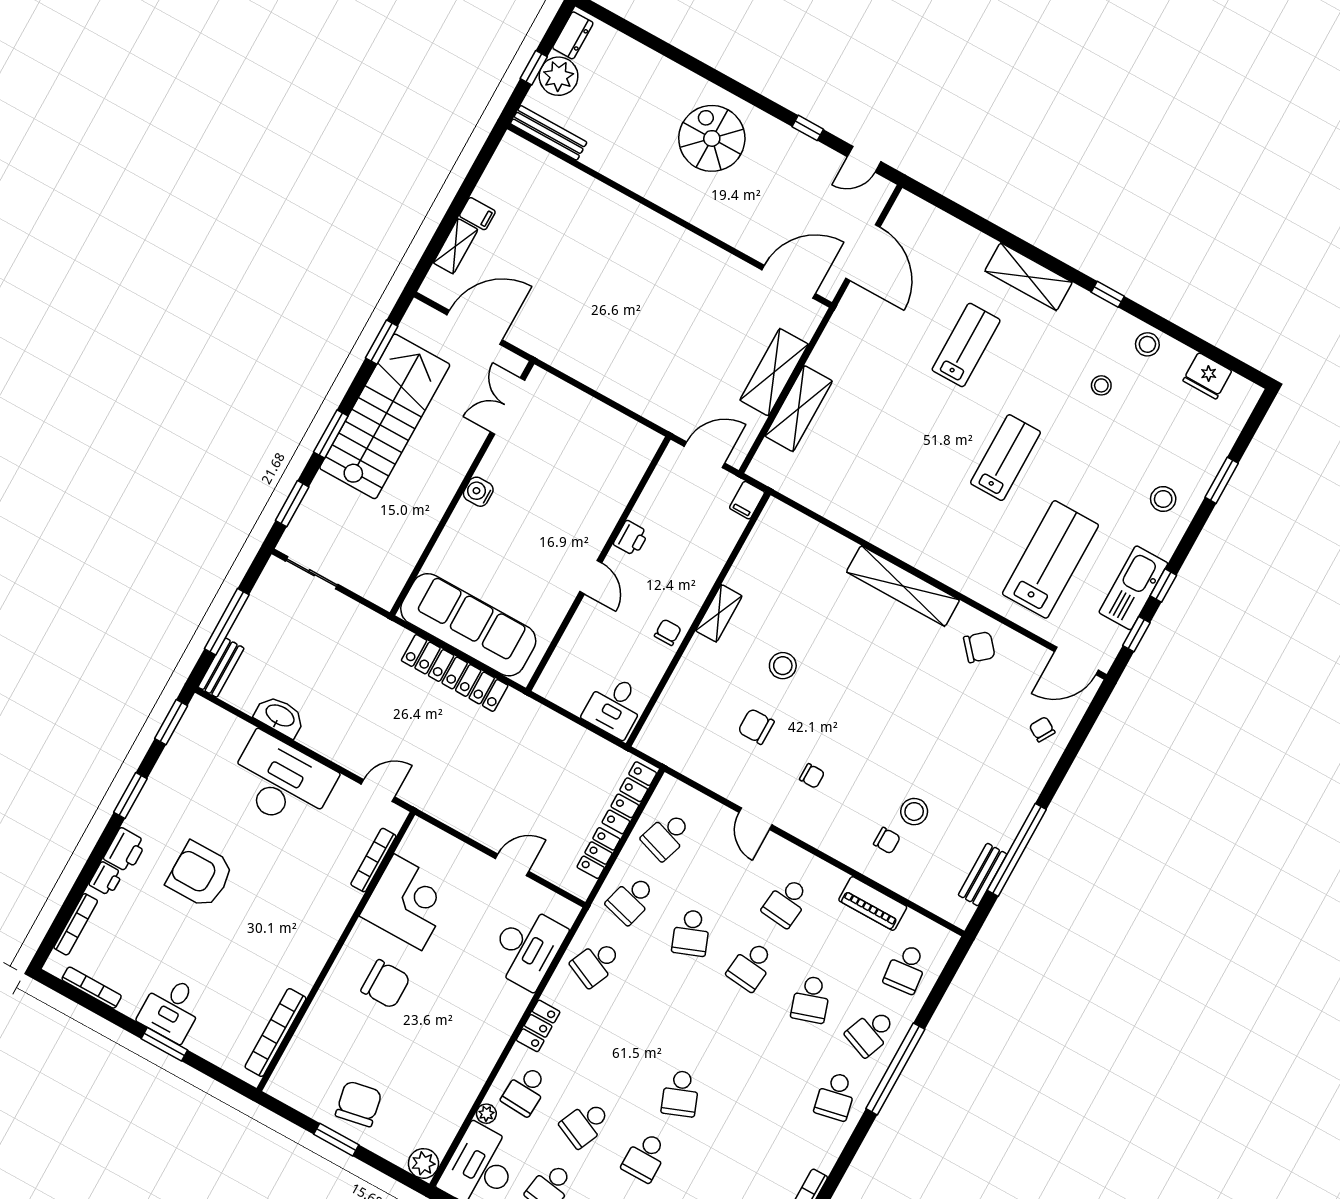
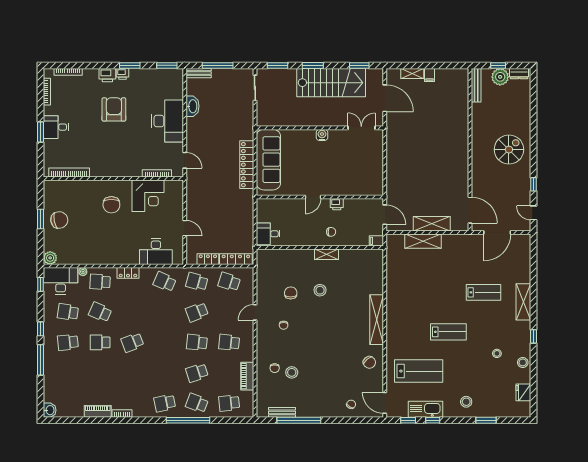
chair: (668, 632) -> (331, 232), moved
printer: (106, 879) -> (123, 74), moved

